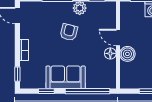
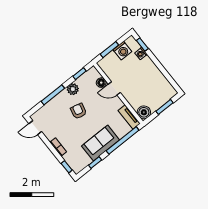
floor lamp: (110, 53) -> (101, 83), moved
boiler: (127, 54) -> (144, 112), moved
tv unit: (111, 74) -> (129, 117), added

